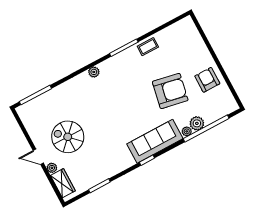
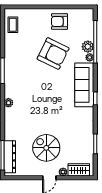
coffee table: (148, 47) -> (13, 25), moved
armchair: (170, 91) -> (53, 54), turned 105
dresser: (38, 104) -> (10, 157), added
spiral stairs: (68, 137) -> (46, 148), turned 90

